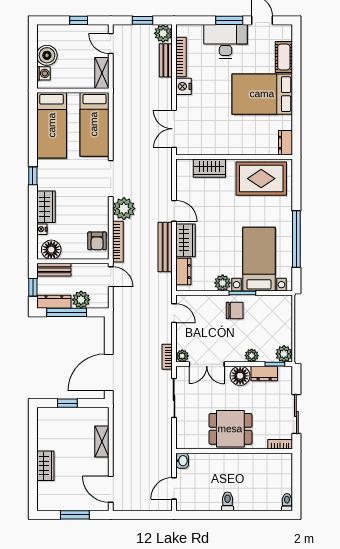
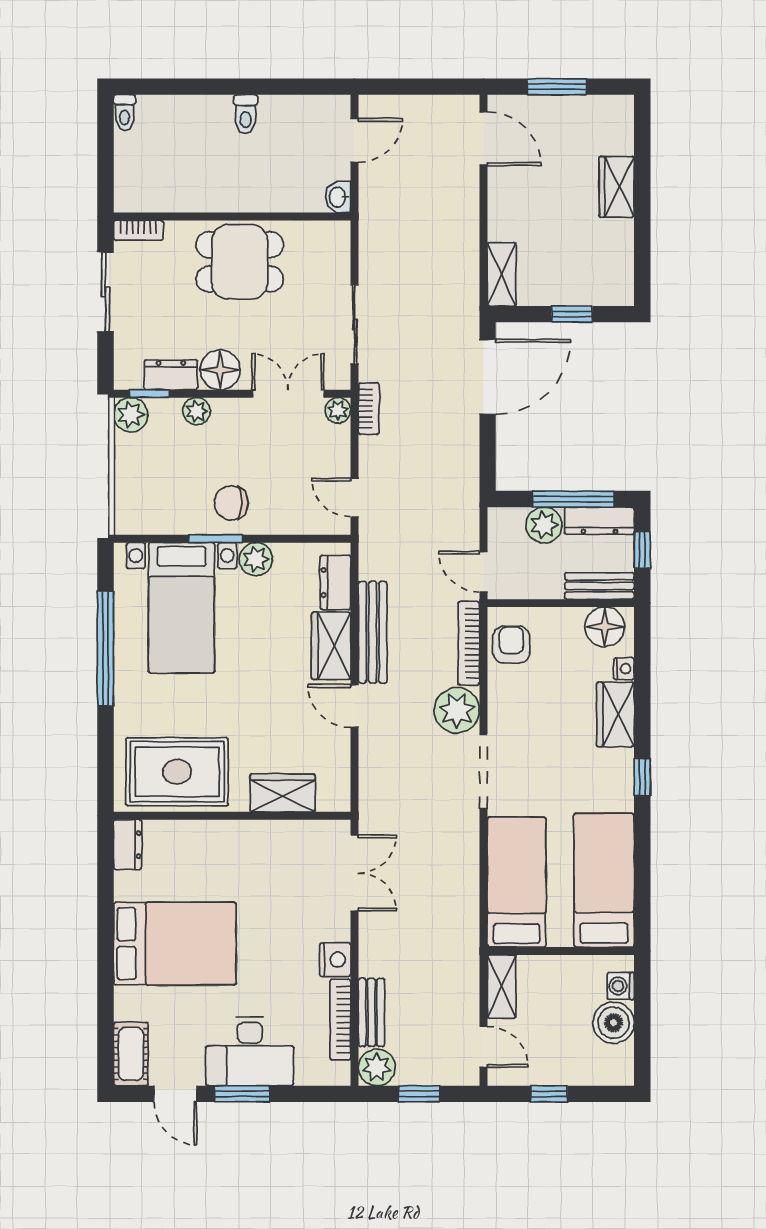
cot: (284, 57) -> (131, 1054), moved
shelving: (102, 441) -> (502, 274), moved

